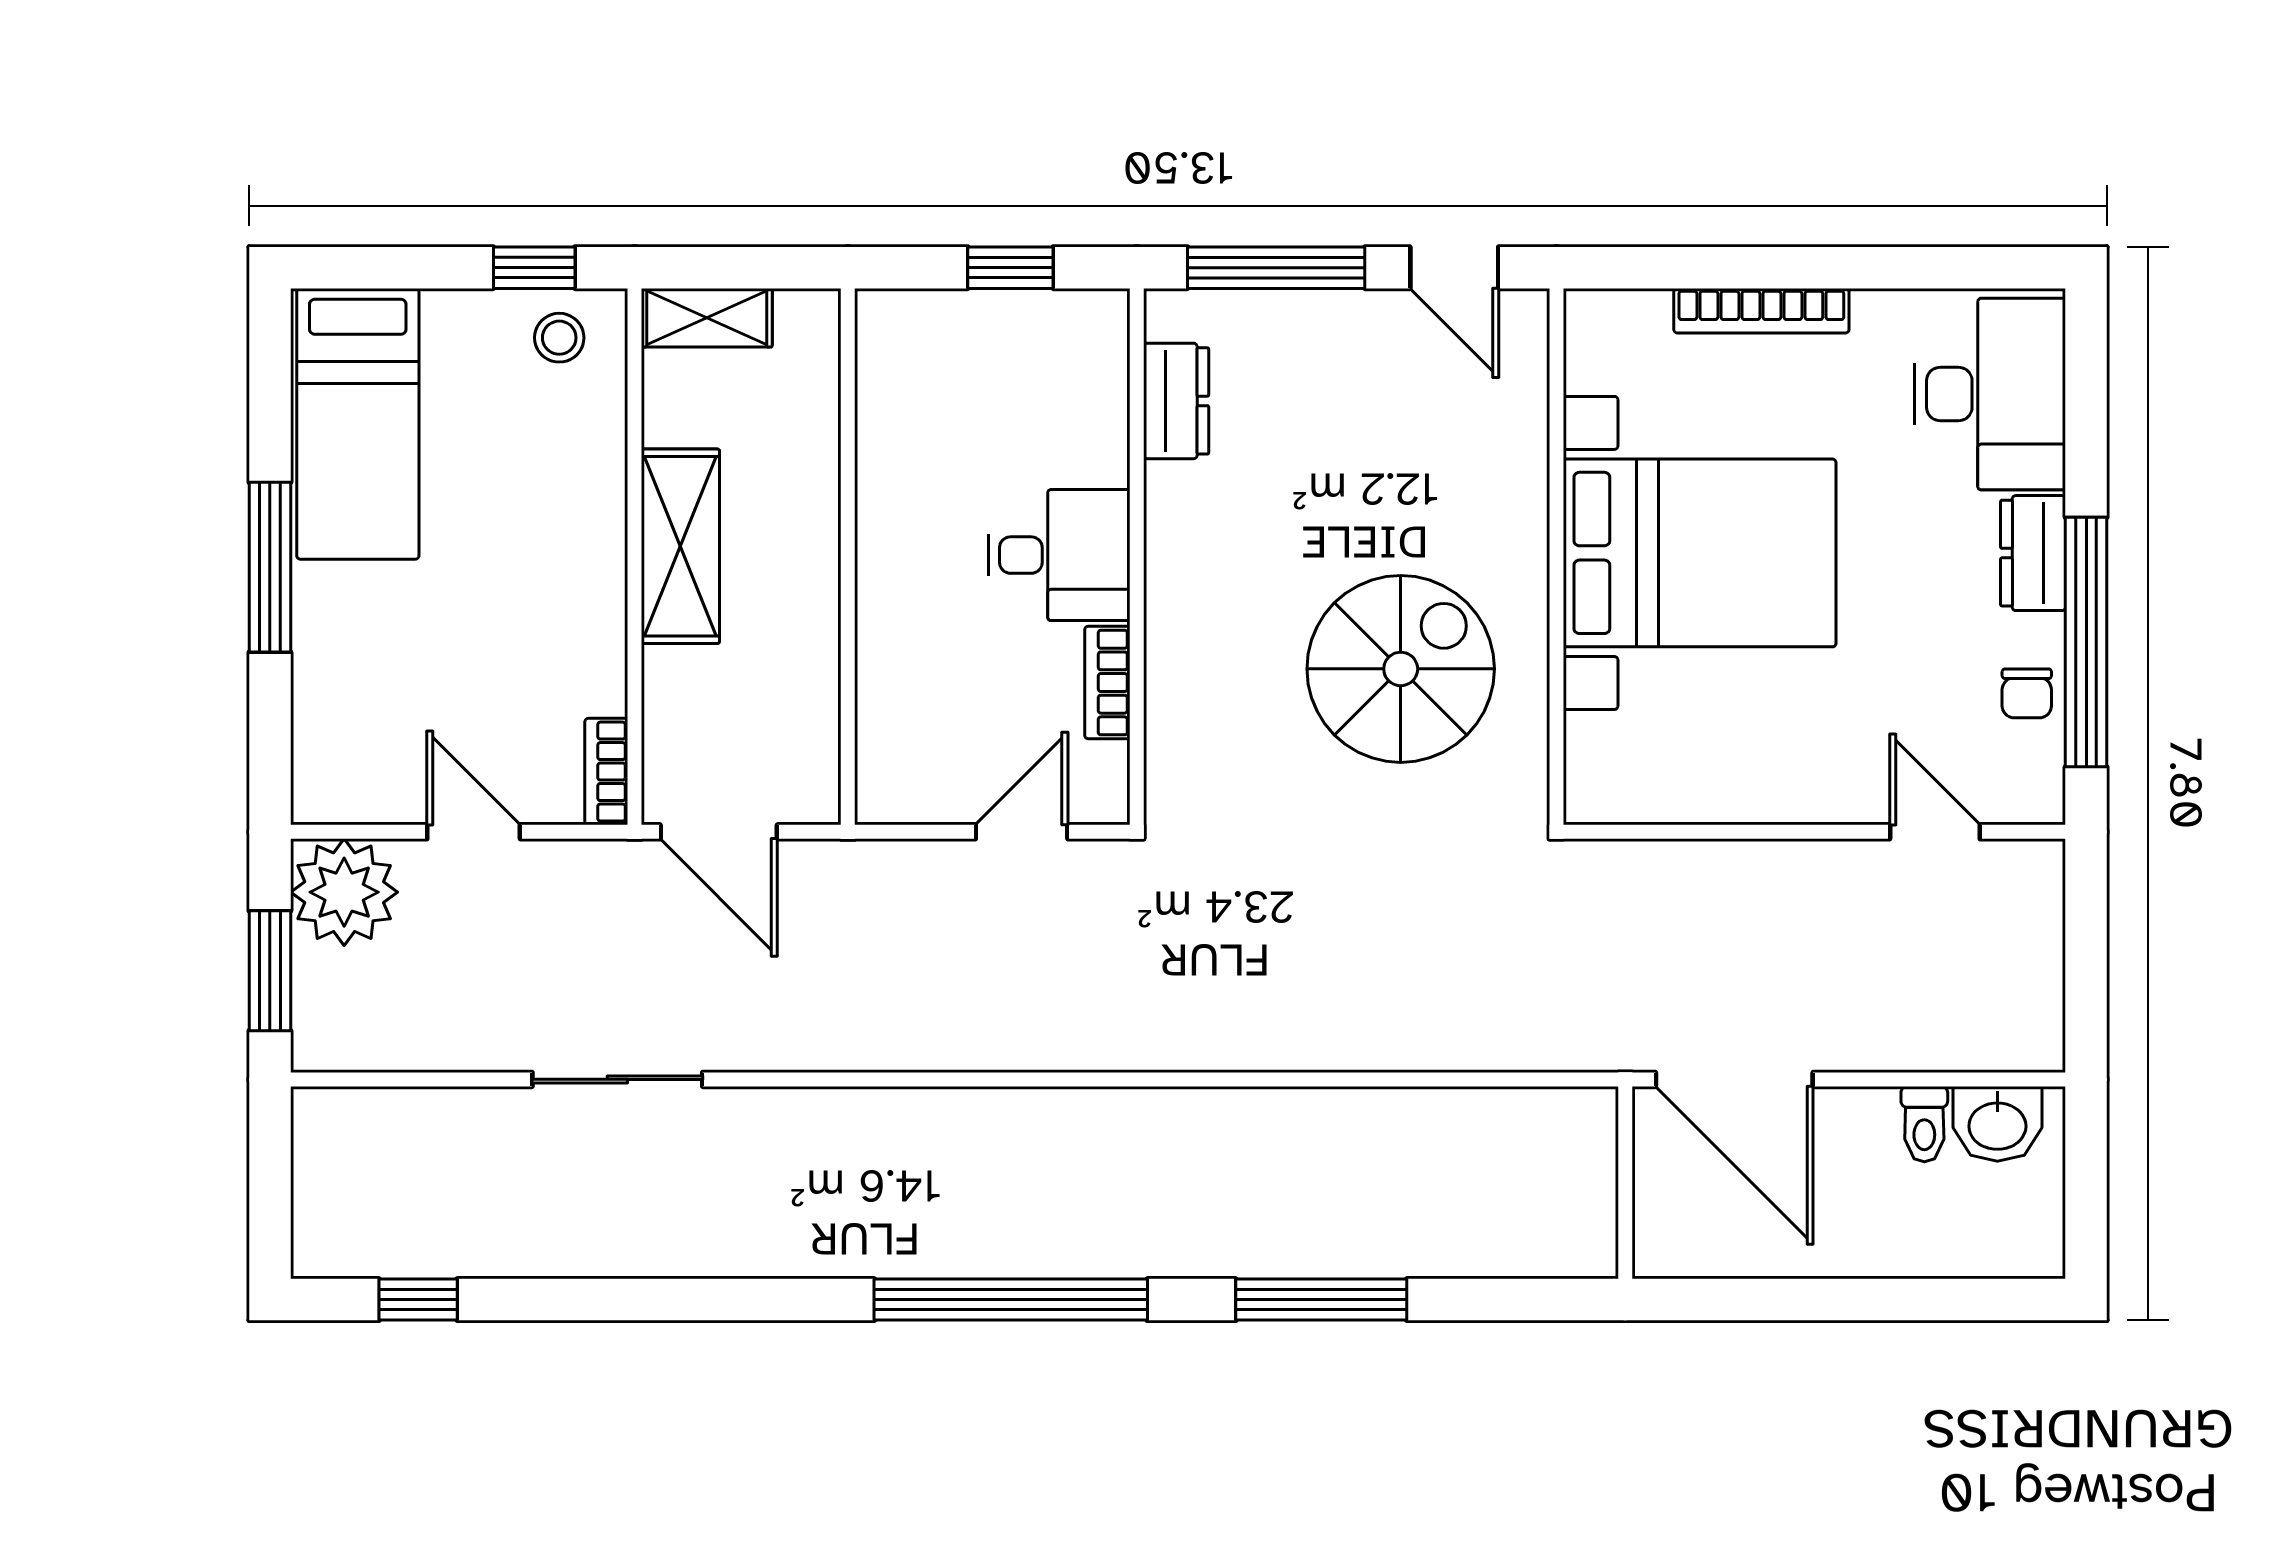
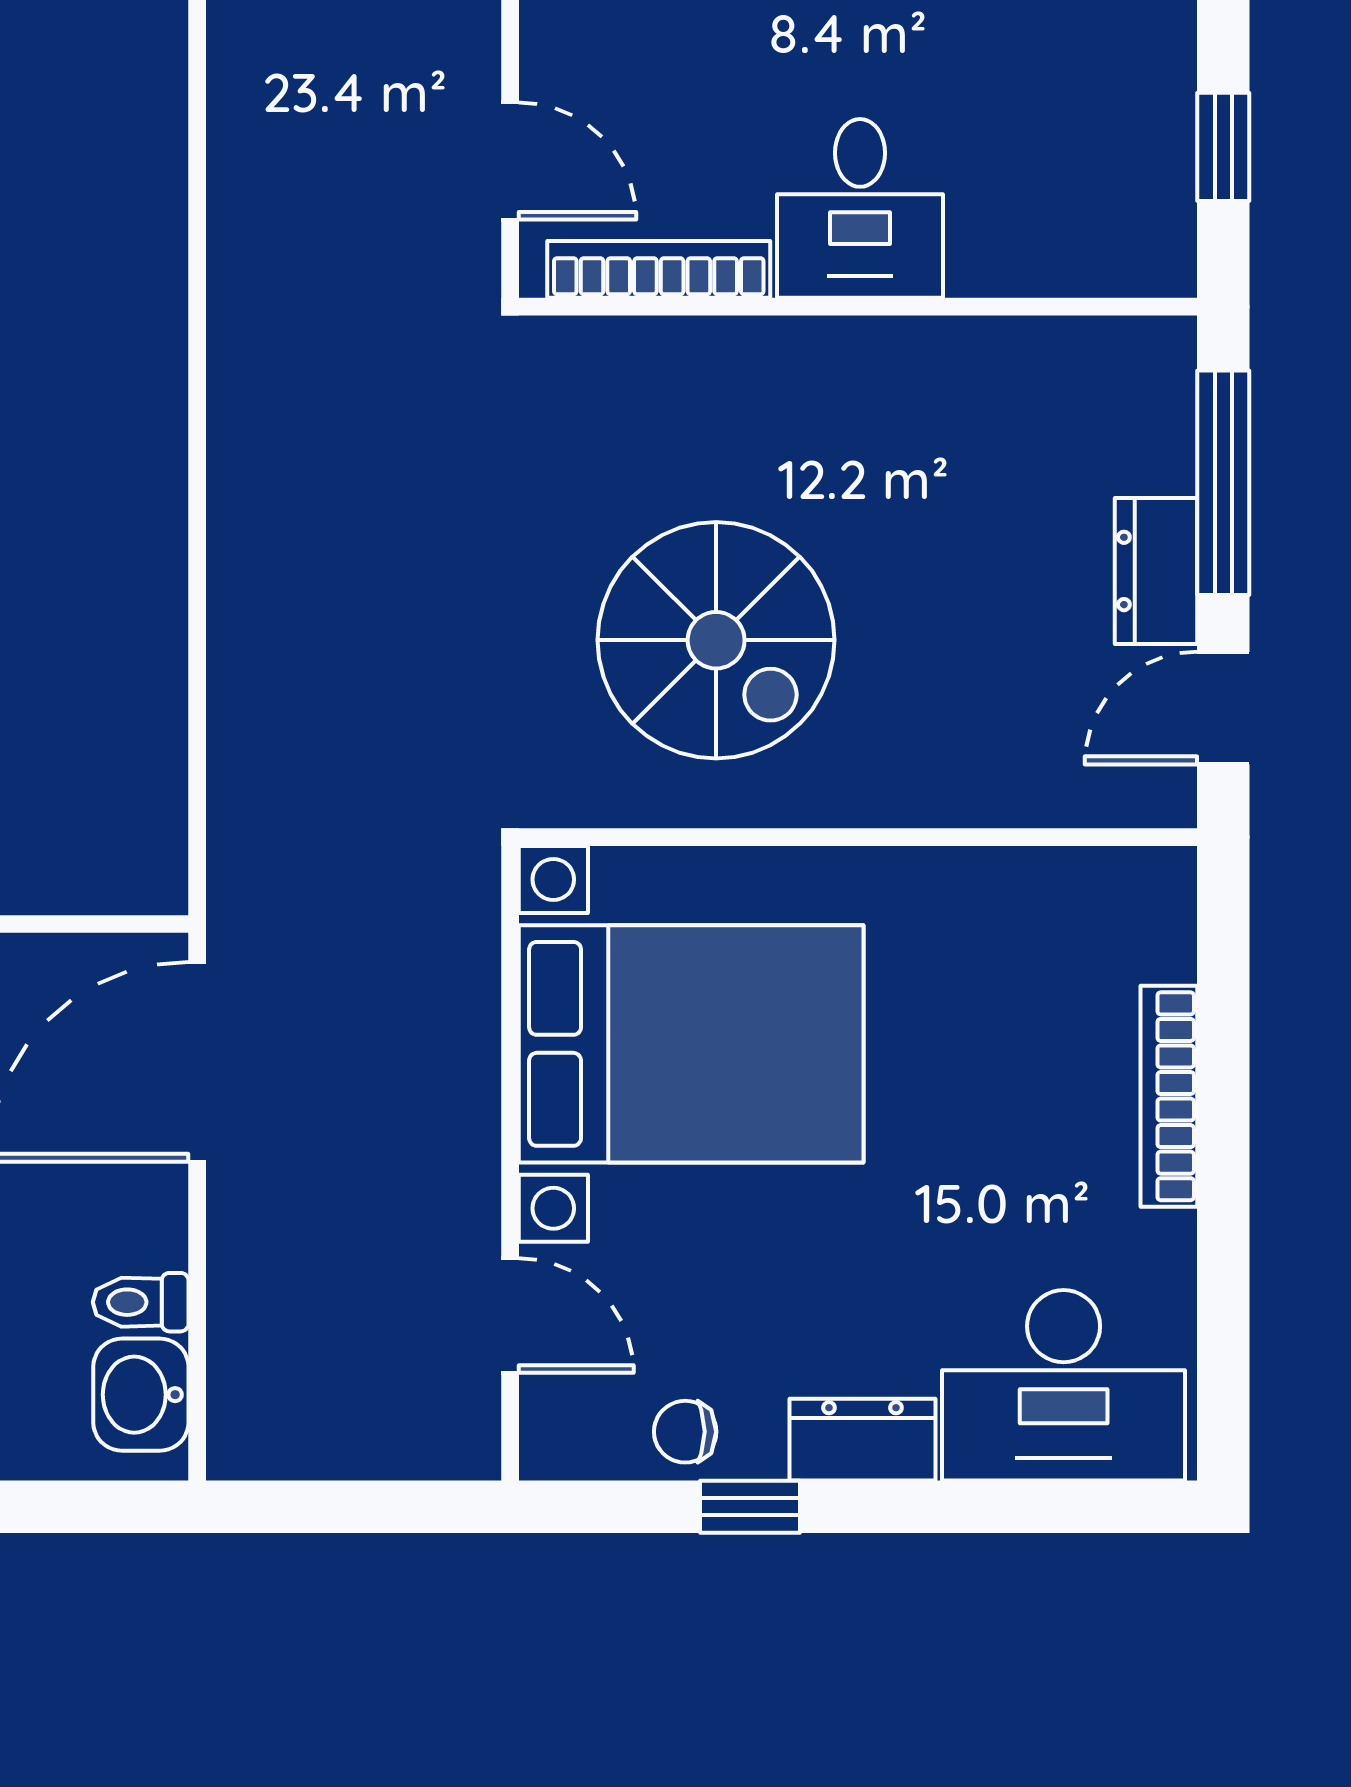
dresser: (1176, 401) -> (1156, 571), moved, turned 90
bed with nightstands: (1700, 553) -> (691, 1044), moved, turned -90
window: (2086, 642) -> (750, 1507), width x0.32
bookcase: (1107, 683) -> (659, 269), width x1.56
door: (1935, 832) -> (510, 1316), hinge flipped

